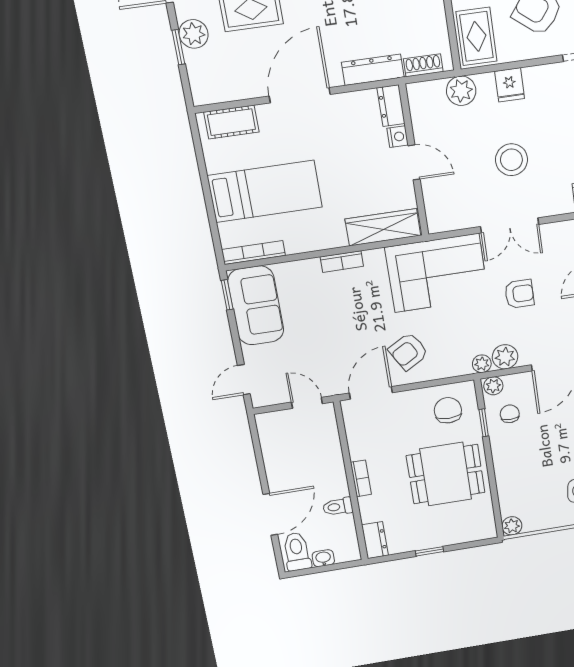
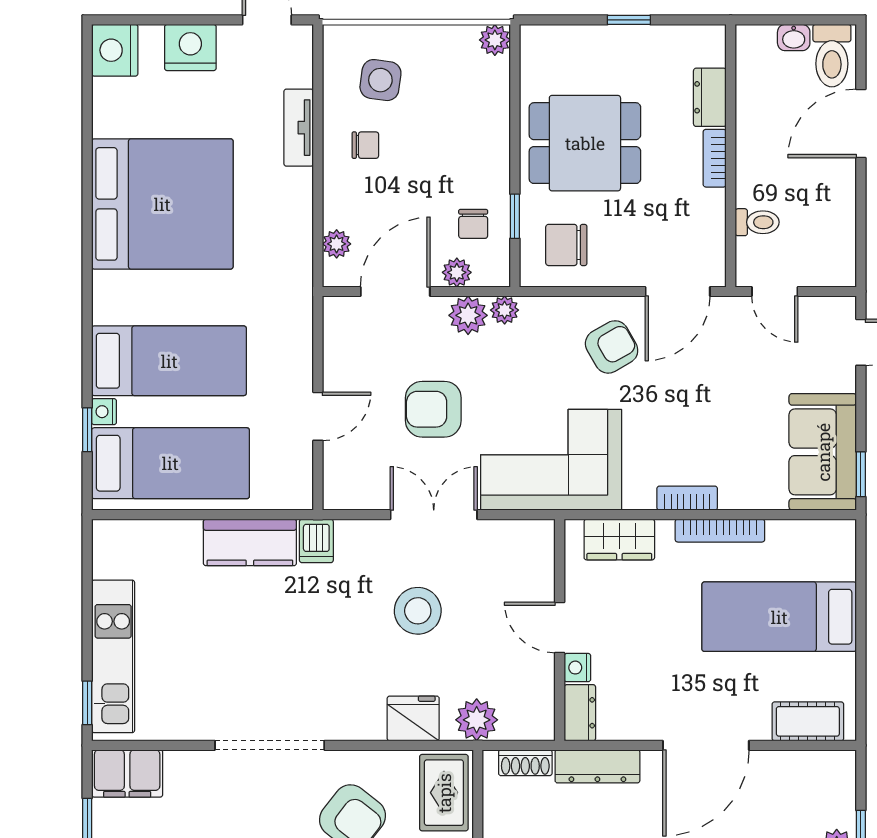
fridge: (510, 85) -> (413, 718), width x1.38
wardrobe: (383, 227) -> (619, 540), width x0.67
bookcase: (253, 253) -> (720, 531), moved
armchair: (519, 294) -> (433, 409), width x1.38, depth x1.38
plant: (493, 386) -> (457, 272), moved
chair: (448, 410) -> (566, 245), turned 90
toilet: (338, 507) -> (757, 222), moved
dresser: (375, 540) -> (710, 97), moved

